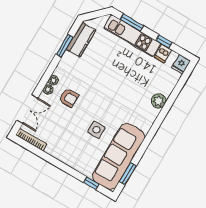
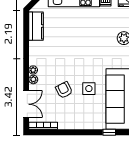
window: (65, 46) -> (26, 38), removed
armchair: (69, 98) -> (64, 90), moved, turned -117

